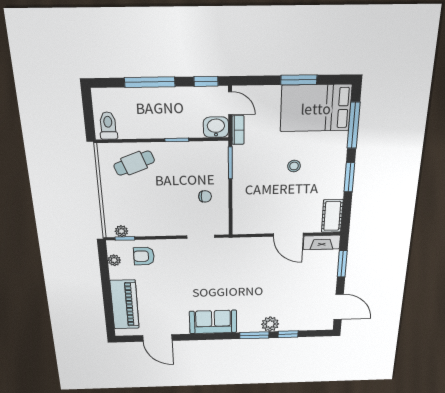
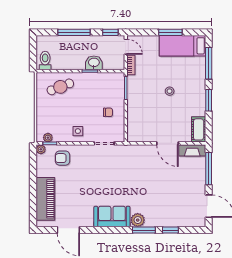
bed: (316, 108) -> (182, 46), width x0.67
washbasin: (216, 127) -> (94, 63), moved
side table: (163, 222) -> (78, 131), added
plant: (114, 260) -> (41, 149), moved
window: (342, 264) -> (209, 169), width x1.44
plant: (270, 324) -> (138, 220), moved

